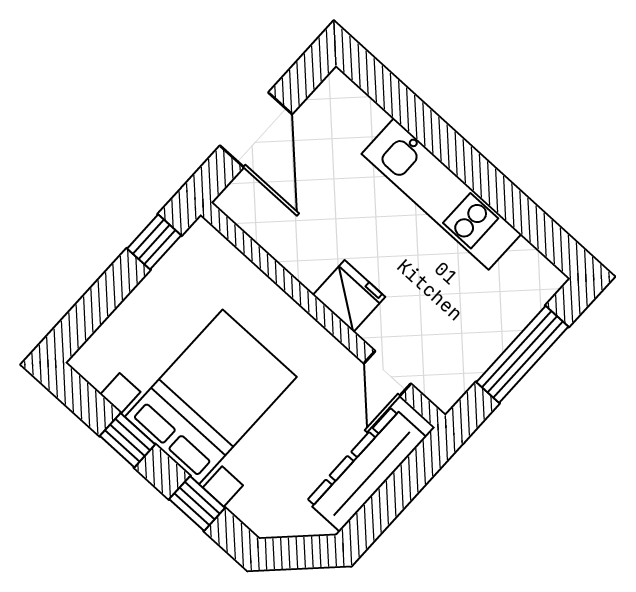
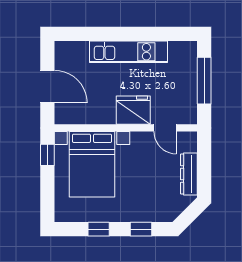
fridge: (349, 296) -> (133, 110), width x1.36, depth x1.34
bed with nightstands: (211, 397) -> (92, 164), moved, turned 180
dresser: (366, 469) -> (189, 174), width x0.73, depth x0.80

